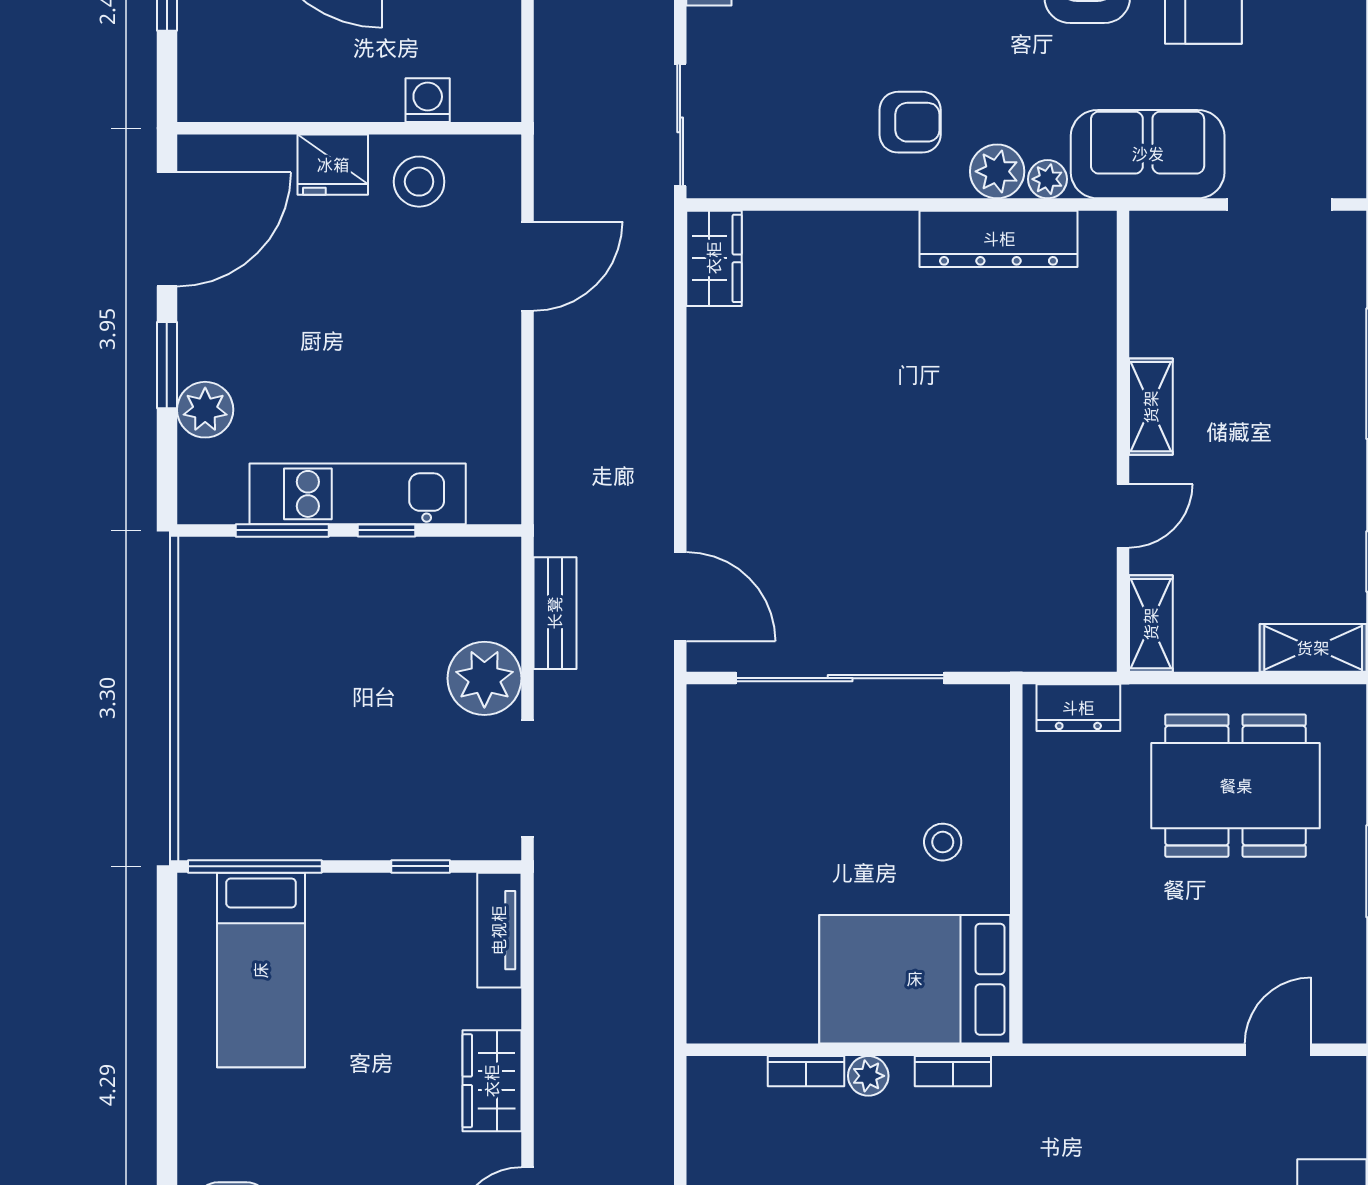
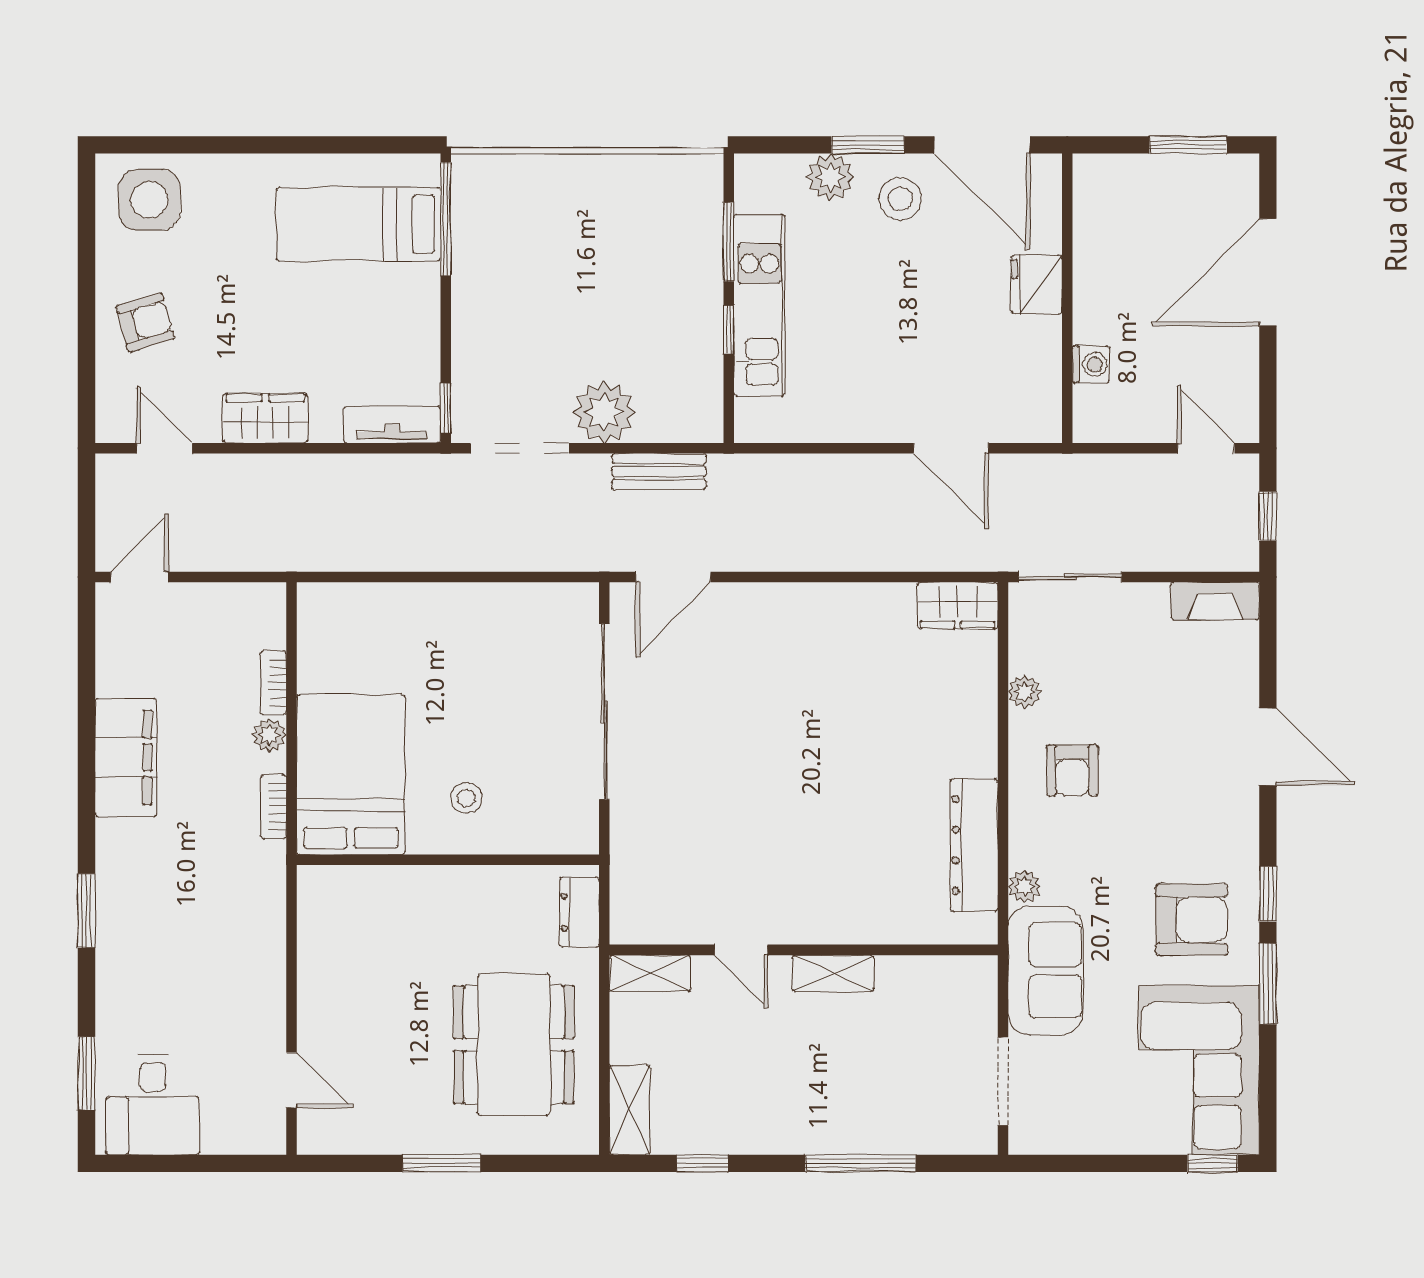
plant: (997, 171) -> (1025, 692), moved, width x0.73, depth x0.73
stool: (419, 182) -> (900, 199), moved
window: (421, 866) -> (446, 408), moved

